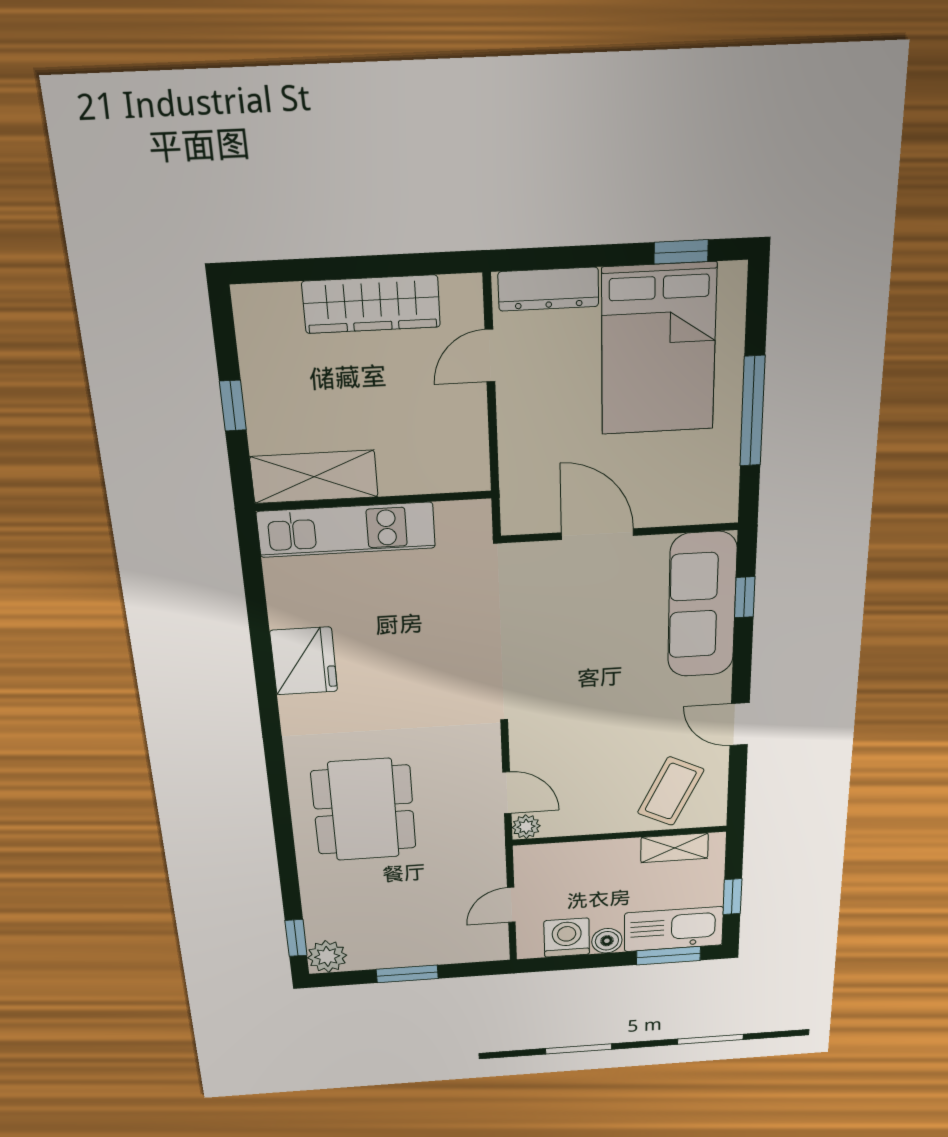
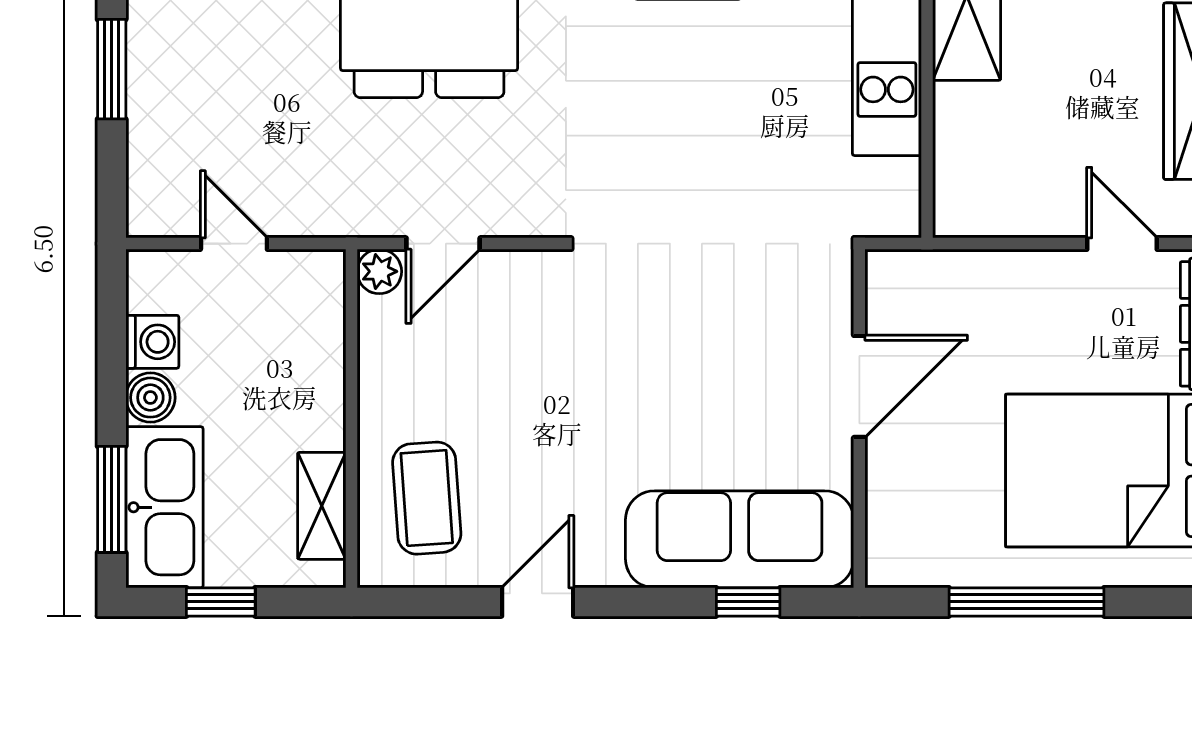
coffee table: (671, 791) -> (427, 498), turned 60
washing machine: (567, 938) -> (152, 342), width x0.73, depth x0.73

